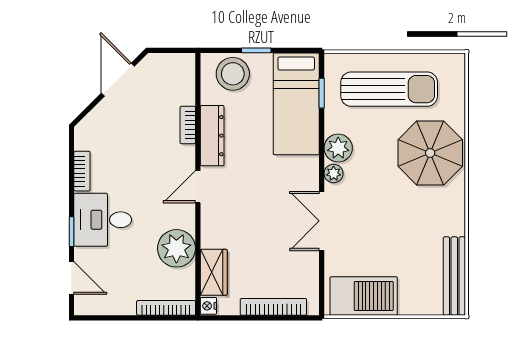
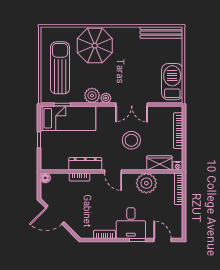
floor lamp: (186, 62) -> (45, 178), added
stool: (233, 74) -> (131, 140), moved
door: (71, 278) -> (162, 240), hinge flipped

